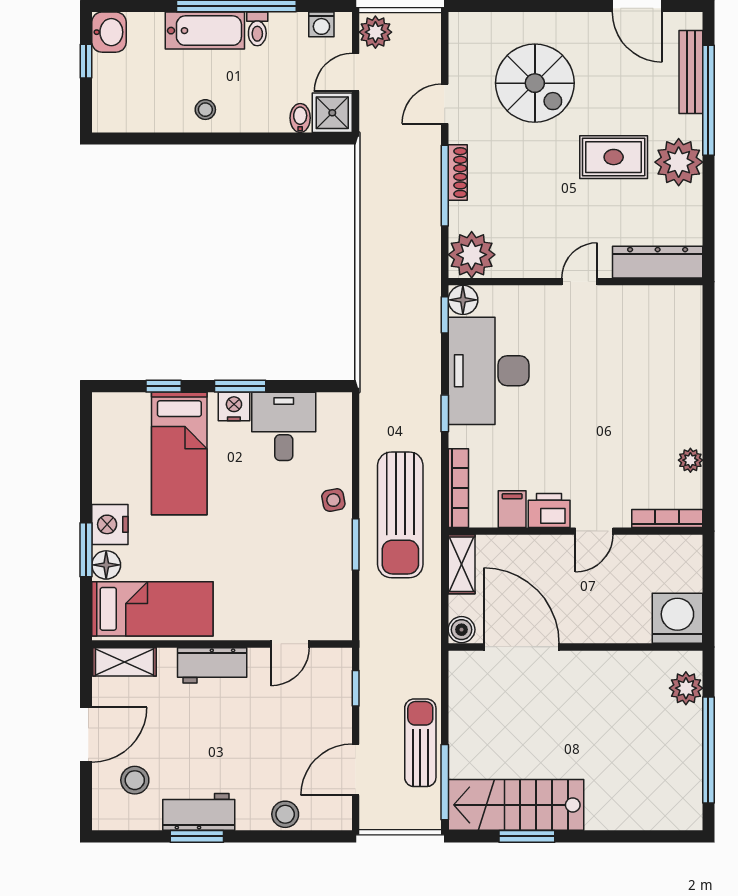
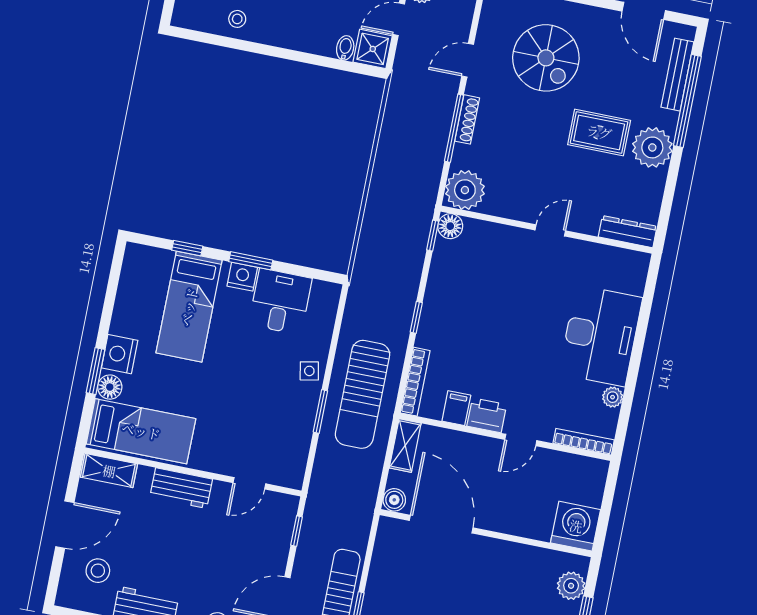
stool: (205, 110) -> (237, 19), moved
dresser: (658, 262) -> (628, 232), width x0.73, depth x0.80
desk: (489, 371) -> (600, 336), moved, turned 180

